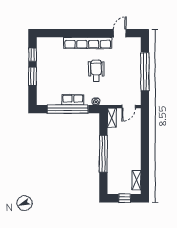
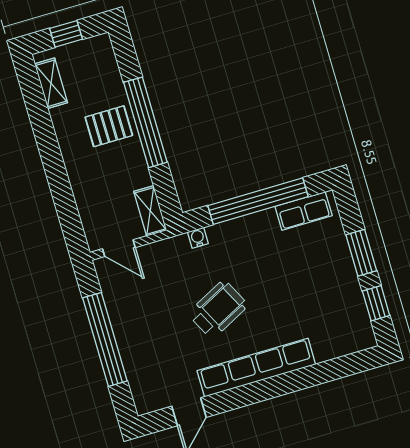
wheelchair: (96, 71) -> (218, 309), turned -117
row of seats: (73, 100) -> (304, 211), moved
door: (129, 107) -> (119, 248), swing flipped
pallet: (118, 156) -> (109, 126), added

